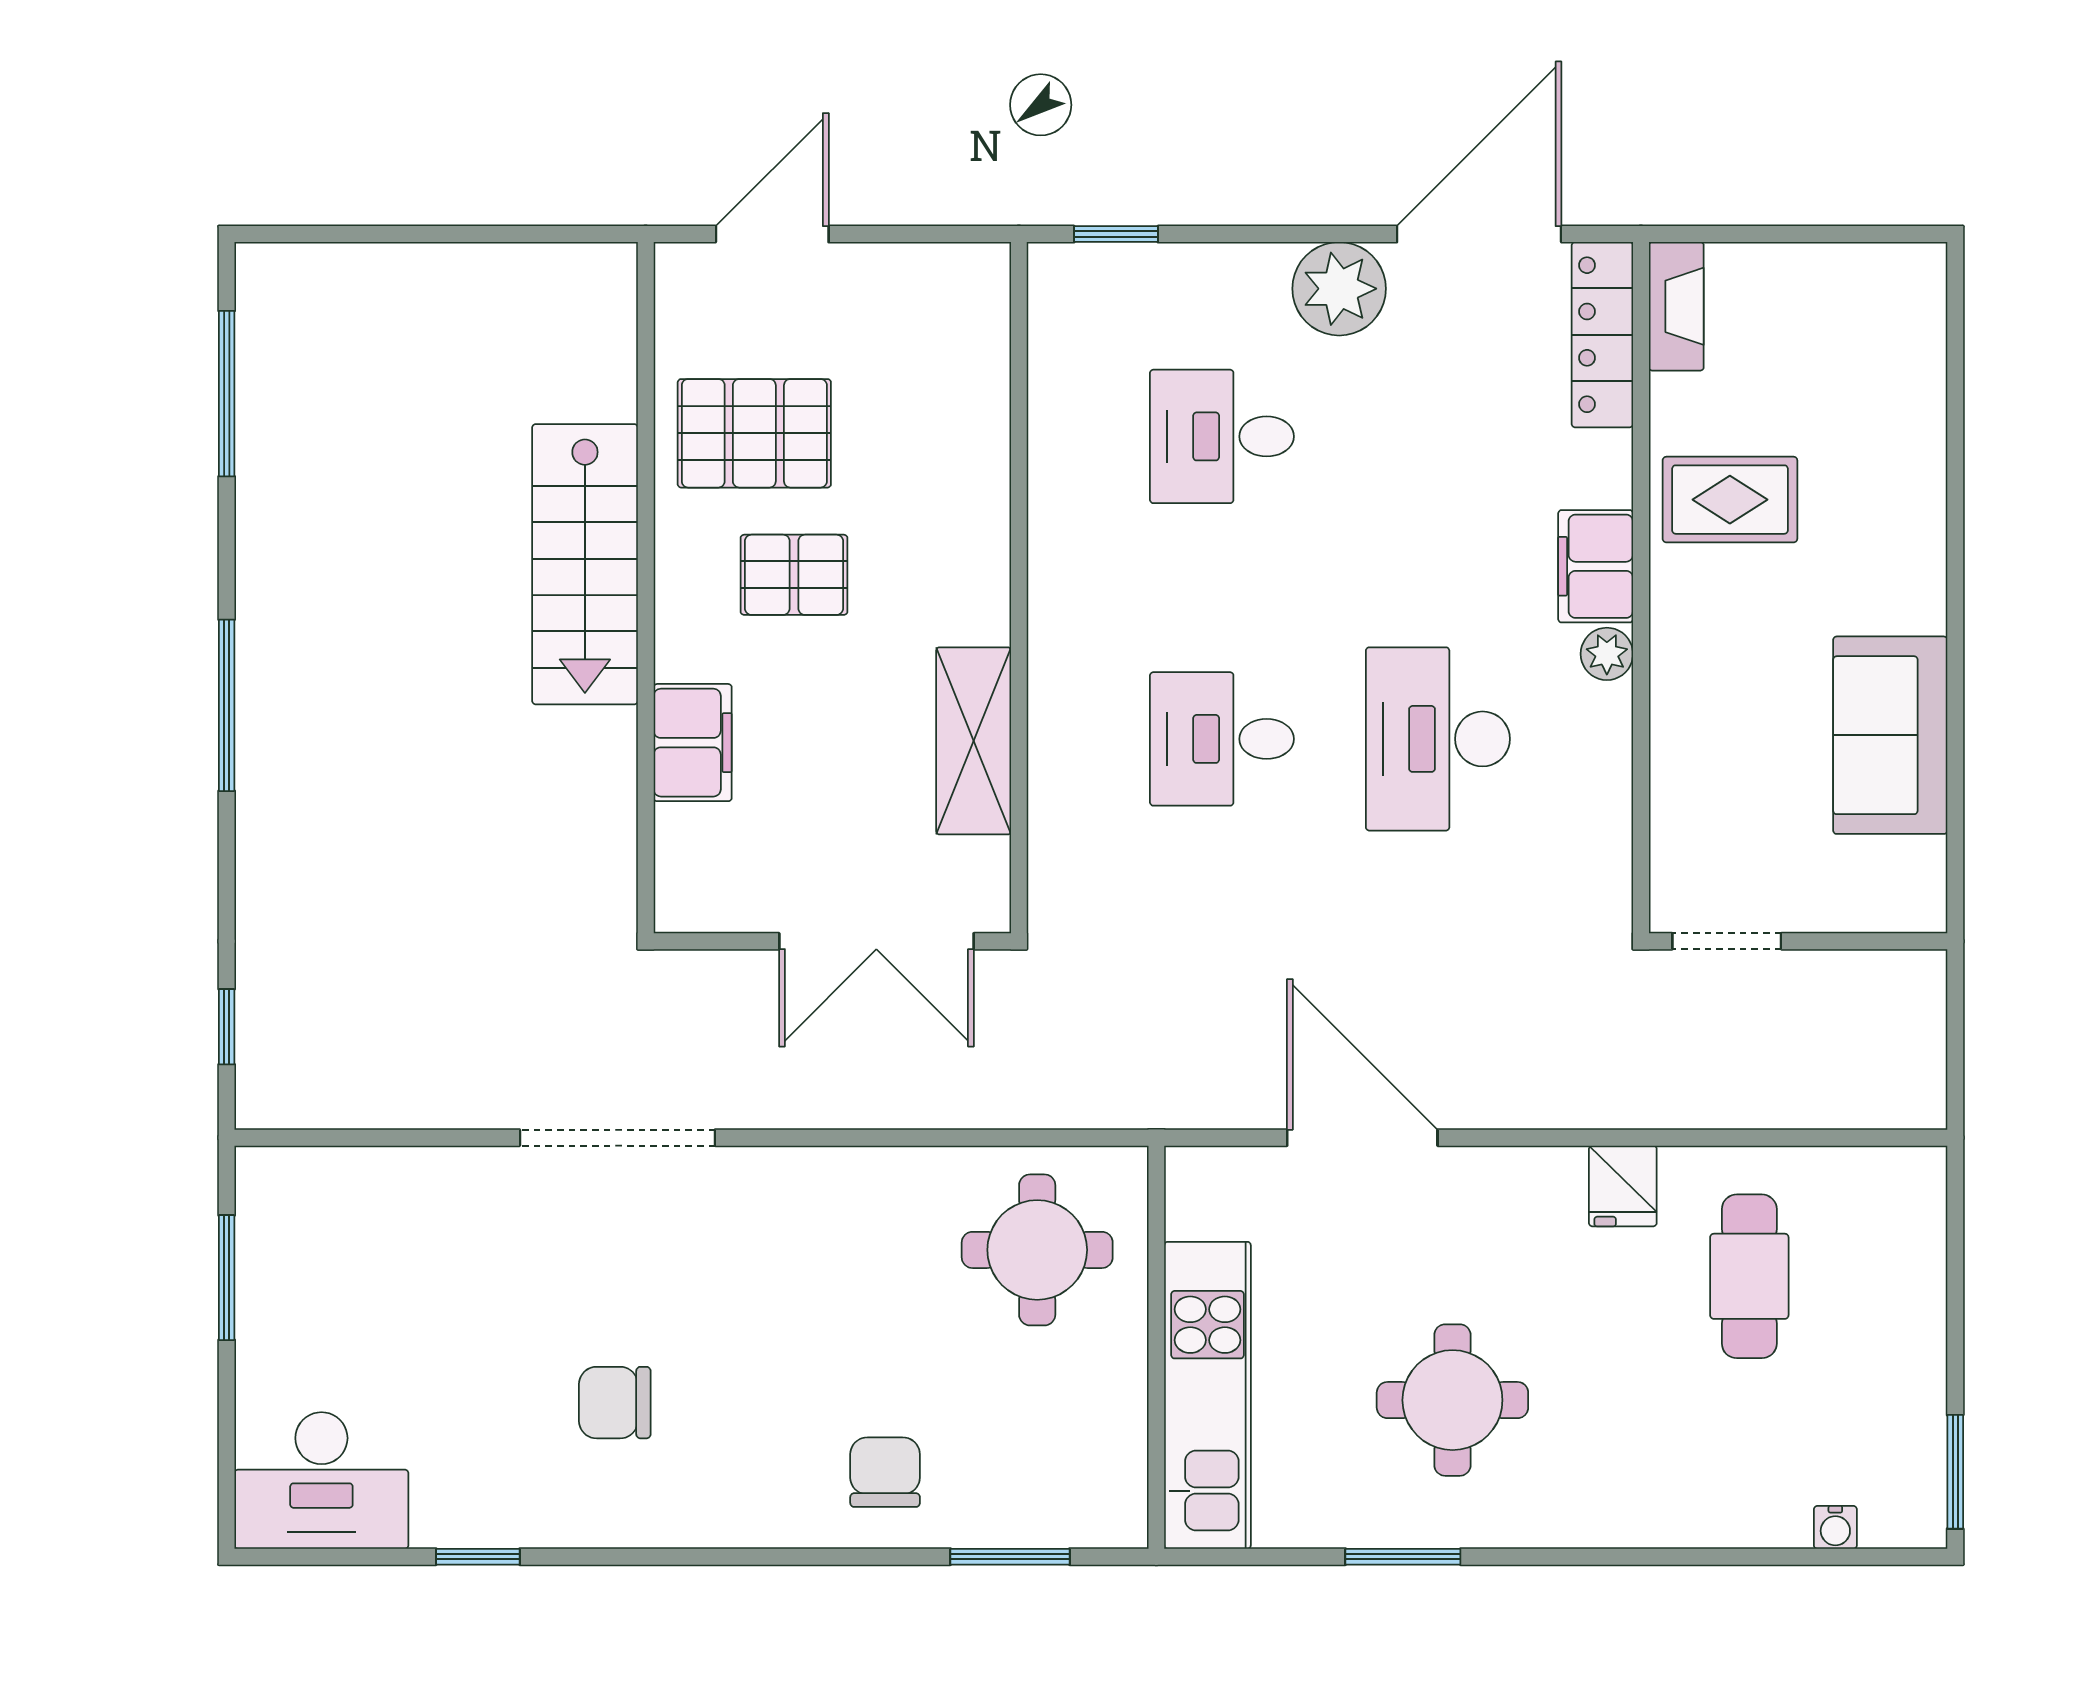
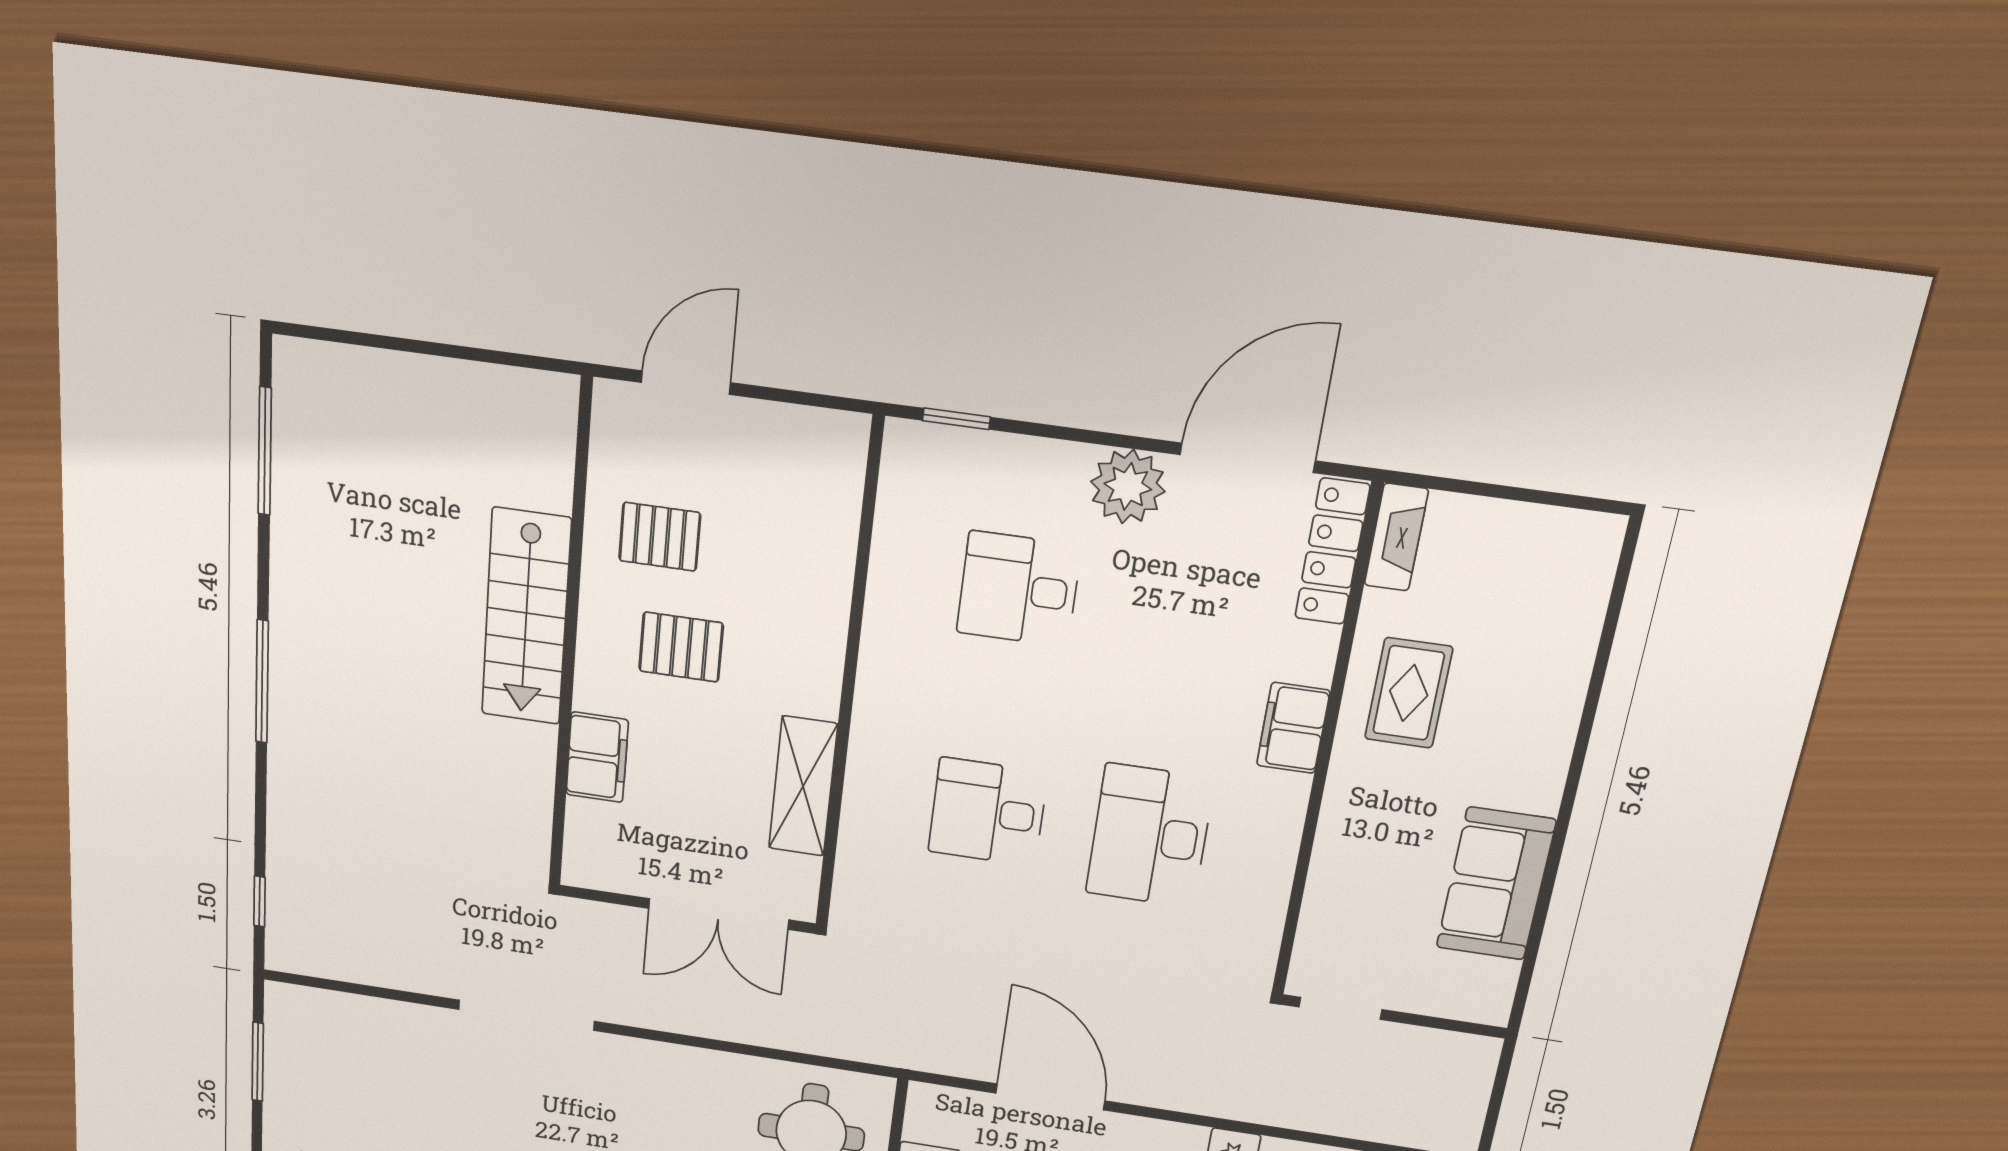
pallet: (754, 433) -> (660, 537), width x0.67, depth x0.71
rug: (1730, 500) -> (1409, 693), turned 90
plant: (1607, 654) -> (1290, 794), removed

